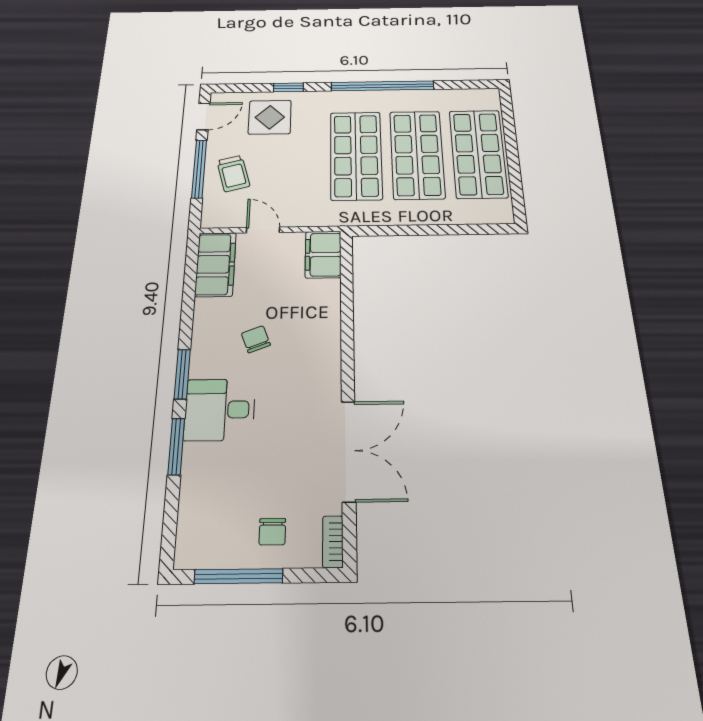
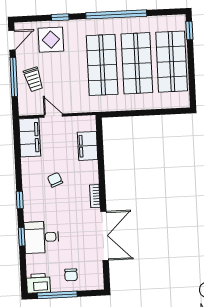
window: (507, 111) -> (189, 31), added
filing cabinet: (323, 255) -> (88, 146), moved
window: (182, 374) -> (20, 200), width x0.67
desk: (220, 410) -> (42, 237), moved
window: (176, 446) -> (22, 237), width x0.67
bookcase: (333, 542) -> (95, 196), moved
printer: (200, 548) -> (38, 283), added

